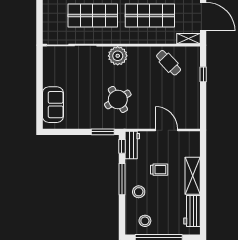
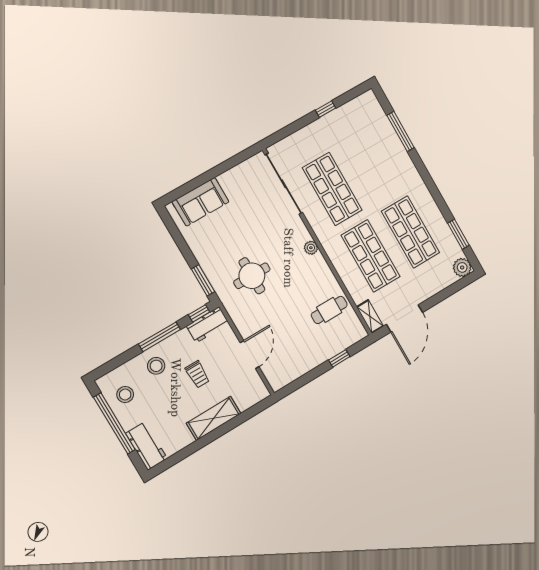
plant: (118, 56) -> (311, 248), width x0.53, depth x0.53
cafe table: (169, 63) -> (329, 310), turned 43
round table: (118, 99) -> (252, 276), turned 31
workbench: (192, 211) -> (146, 446), moved, turned 90

